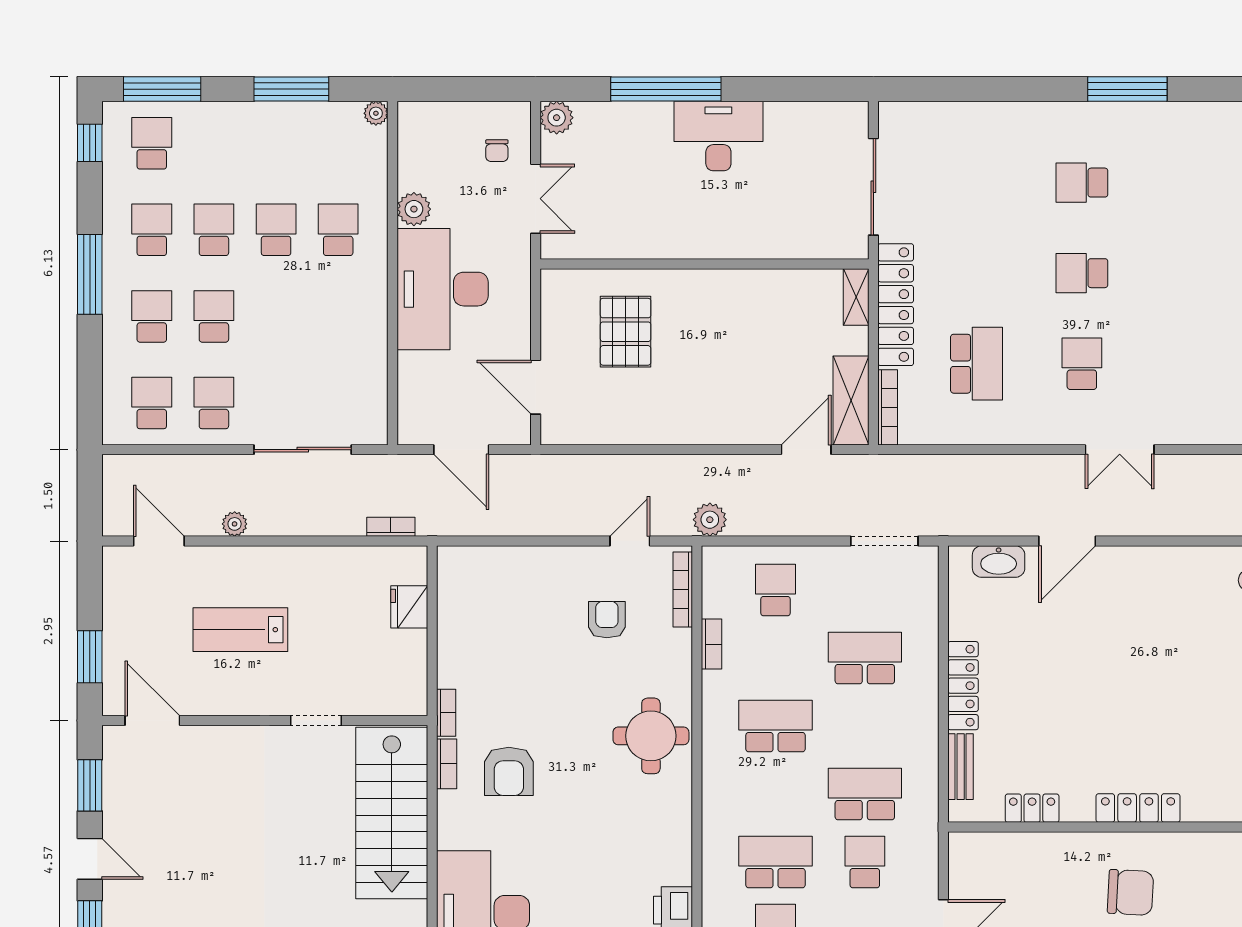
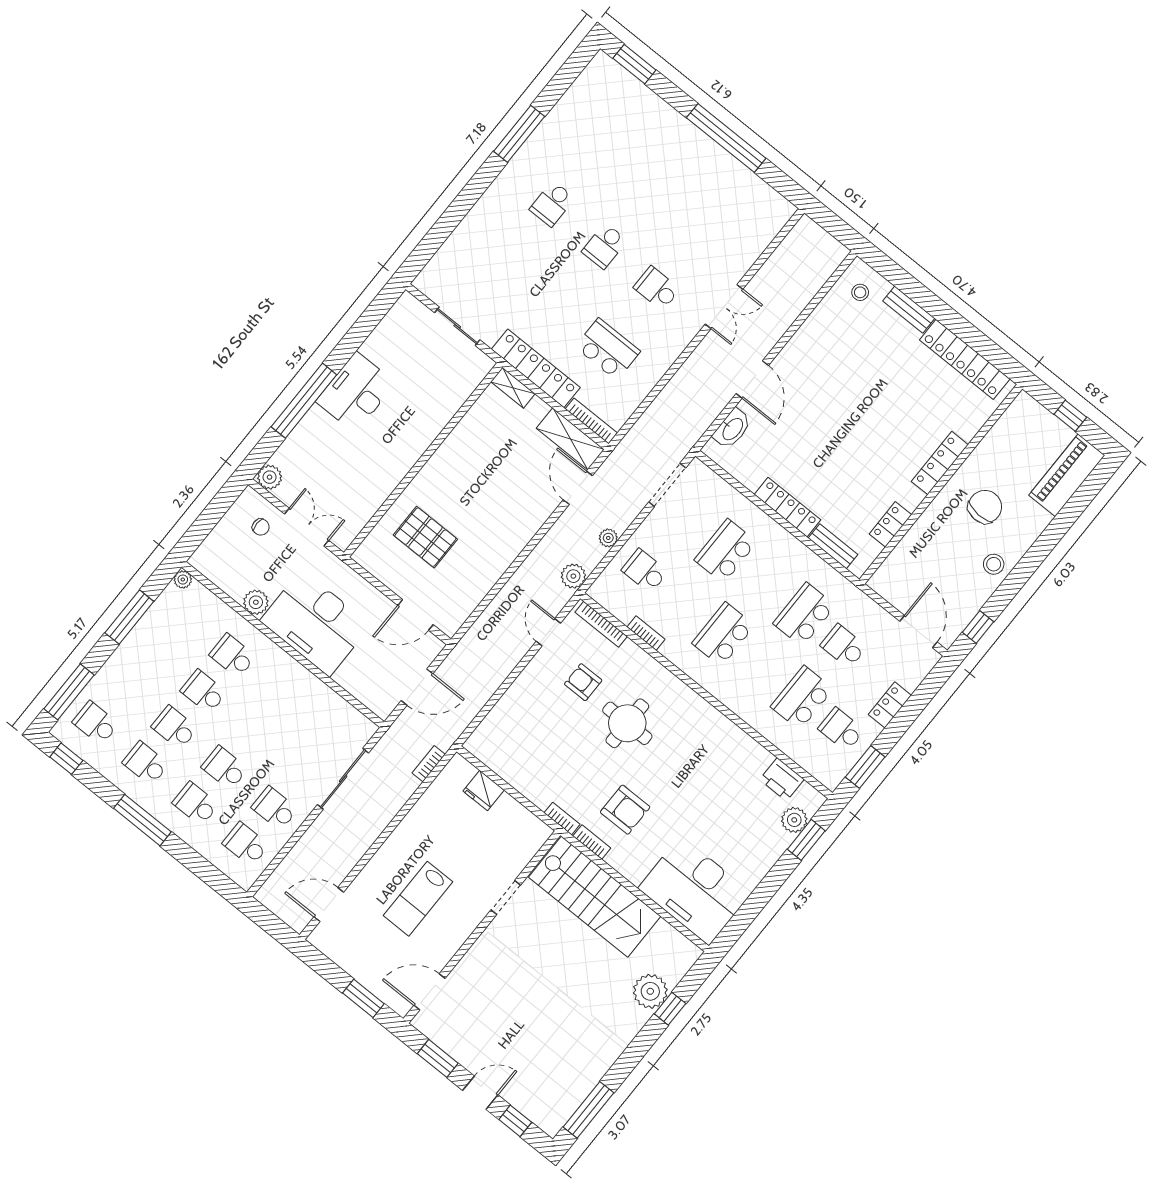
sliding door: (873, 187) -> (457, 326), width x0.73
plant: (235, 524) -> (608, 538), moved
round table: (651, 736) -> (627, 723), moved

